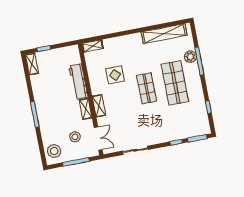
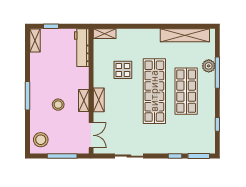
workbench: (78, 82) -> (82, 48), moved
shop shelf: (147, 88) -> (154, 91), width x2.00, depth x1.36
stool: (75, 137) -> (58, 105), moved

